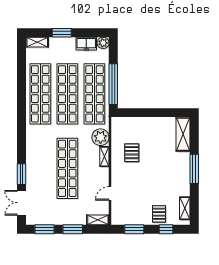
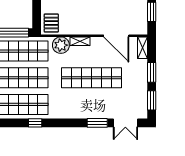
window: (21, 111) -> (35, 123), added
pallet: (132, 153) -> (51, 23), moved, turned 90
door: (110, 193) -> (116, 36), width x1.88

